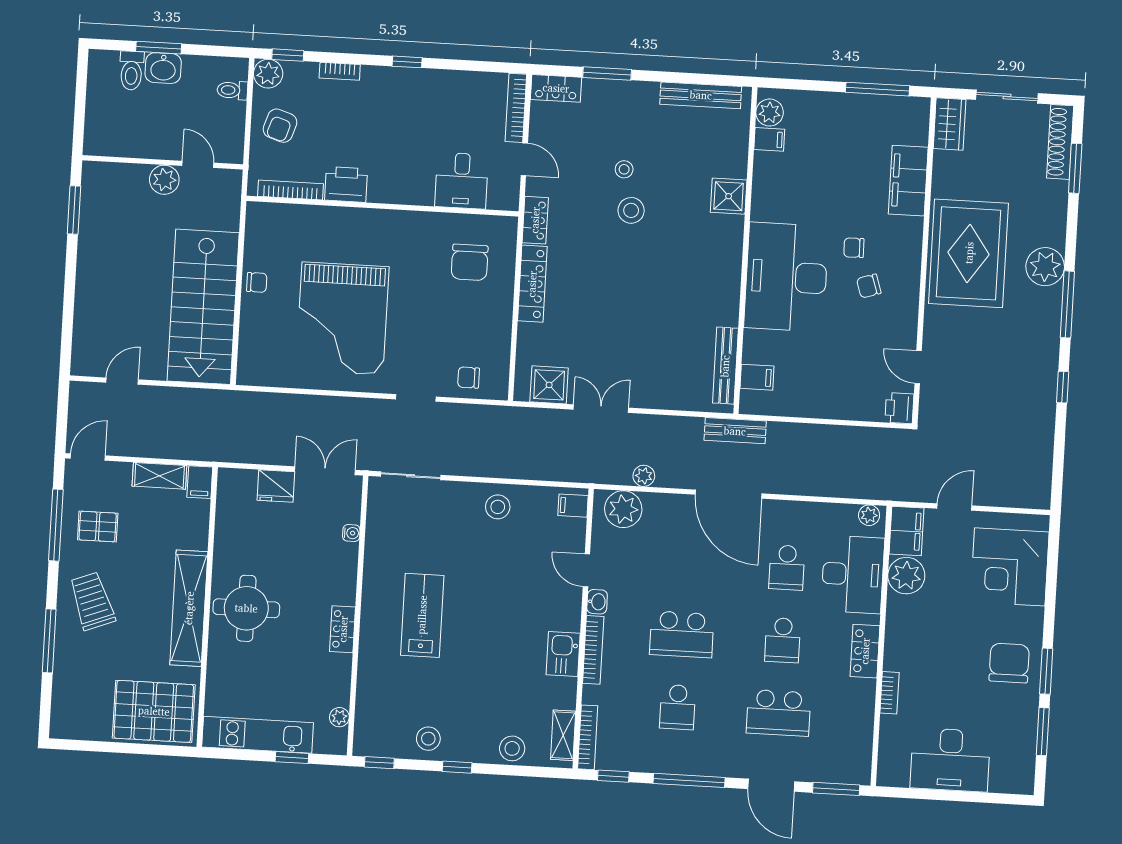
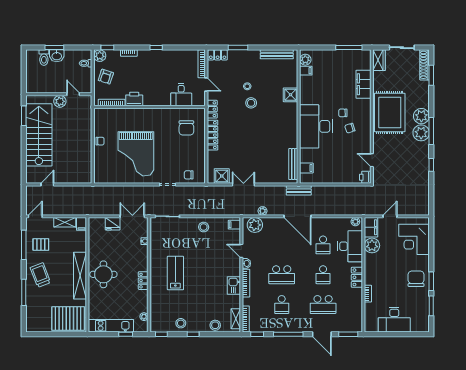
stairs: (203, 307) -> (39, 135), moved, turned 180
plant: (1042, 308) -> (421, 133), added

